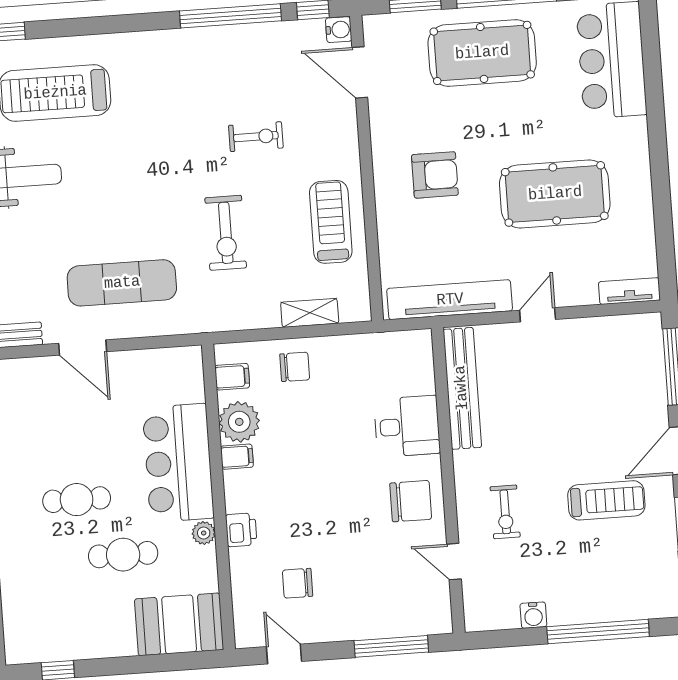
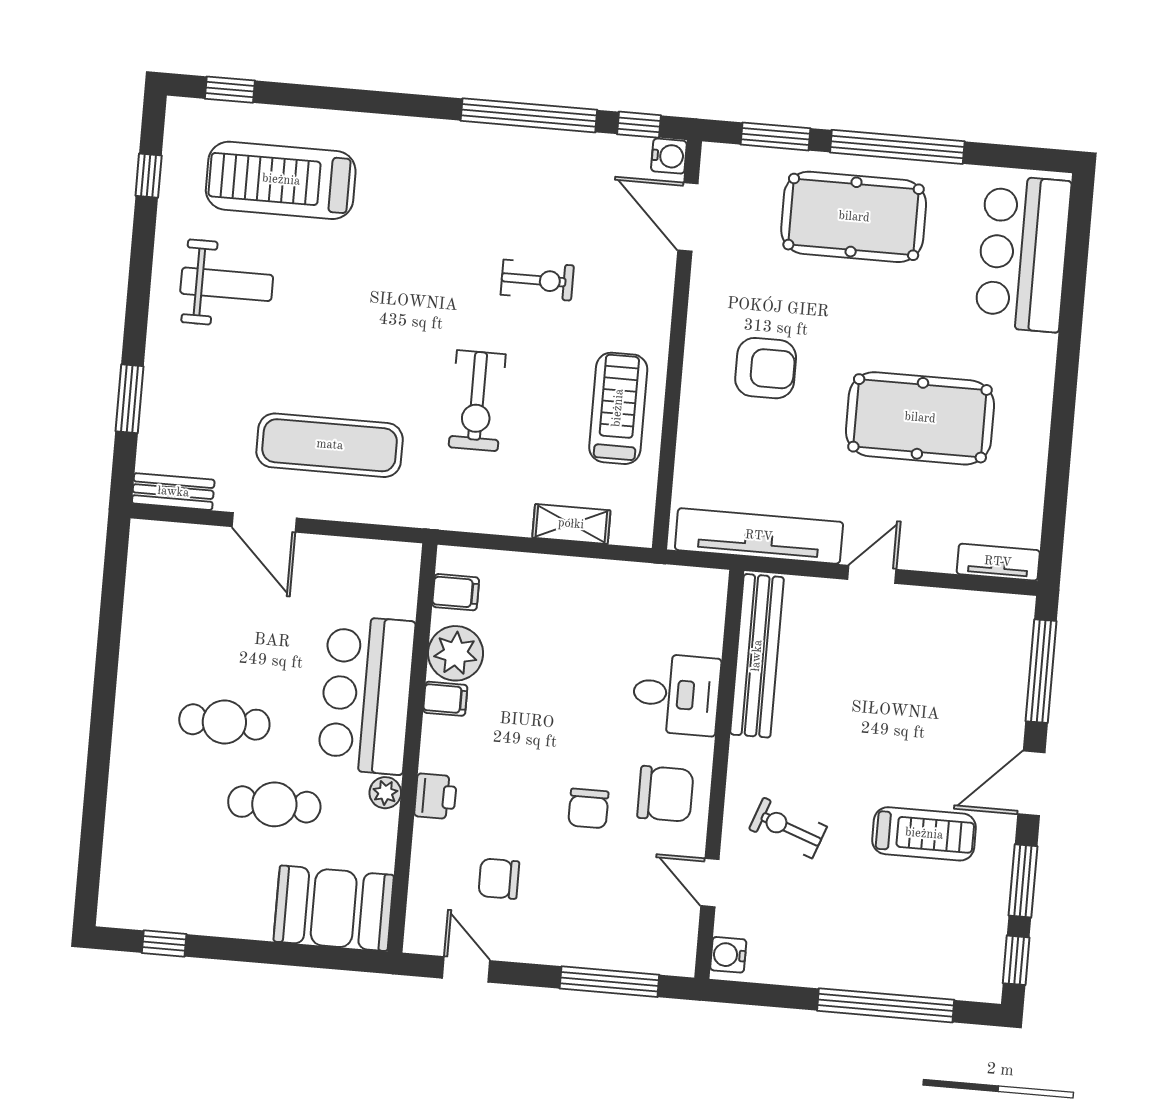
chair: (295, 367) -> (588, 808), moved, turned 90
exercise bike: (505, 512) -> (788, 828), turned 110
water cooler: (533, 615) -> (728, 955), moved, turned 90

